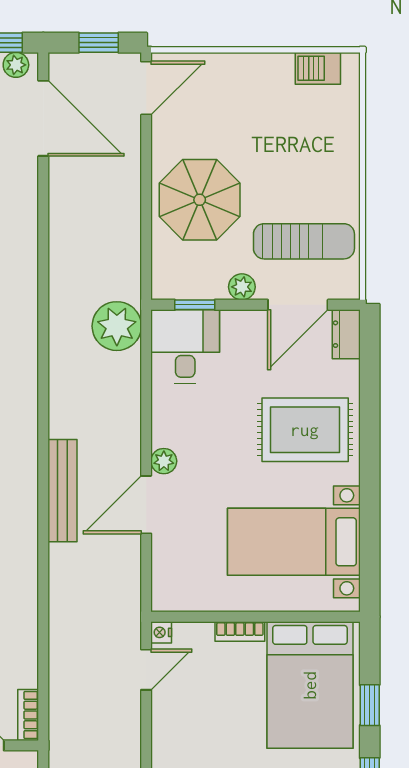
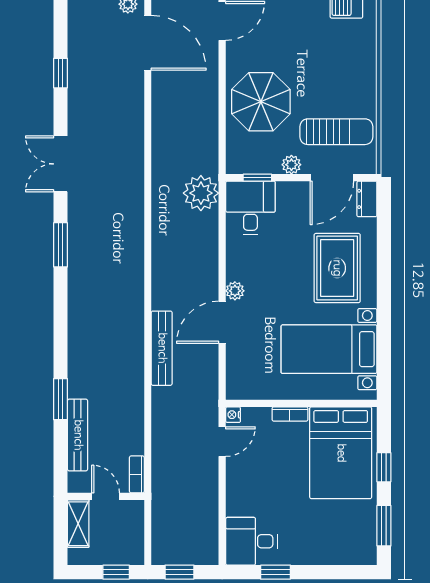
rug: (305, 430) -> (337, 268), turned 90
bench: (62, 491) -> (162, 348), moved

